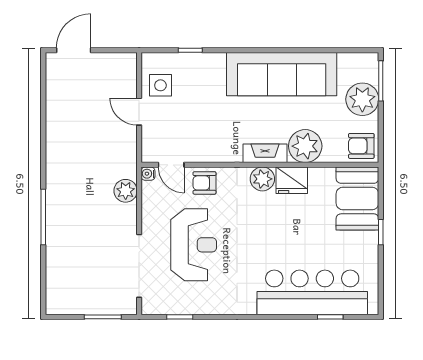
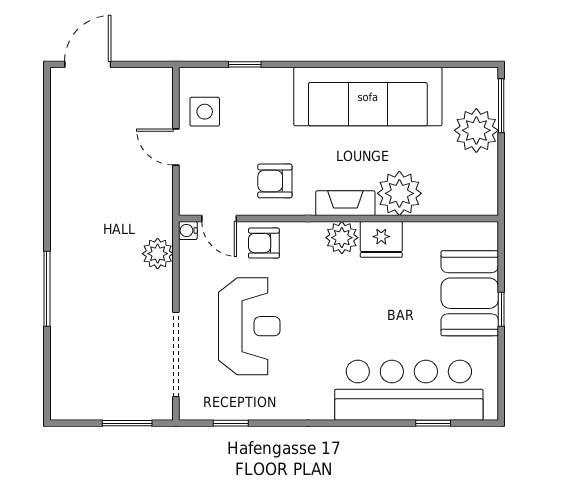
armchair: (361, 146) -> (275, 181), moved
booth: (357, 199) -> (470, 293), moved

